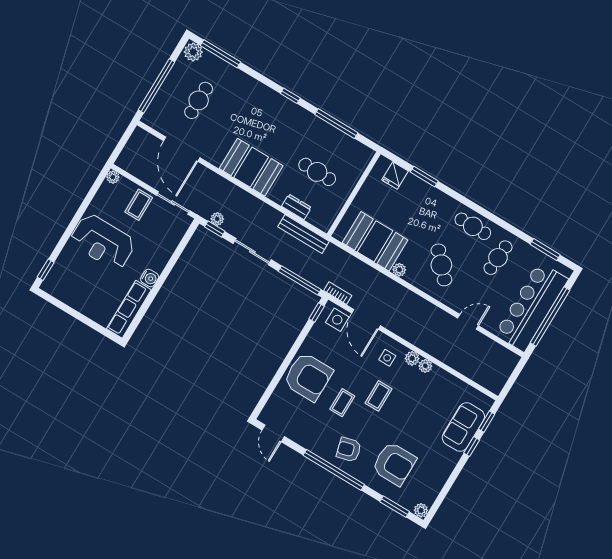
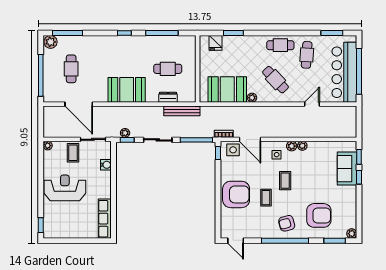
reception desk: (103, 242) -> (65, 188), turned 180
water cooler: (150, 278) -> (106, 165), moved

